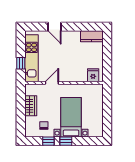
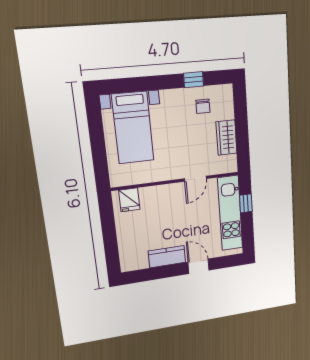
kitchen counter: (92, 36) -> (167, 257), moved
bed with nightstands: (71, 117) -> (133, 128), moved
window: (66, 141) -> (164, 82), removed

